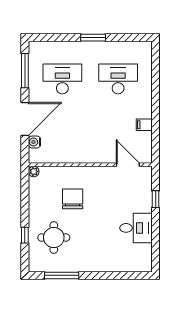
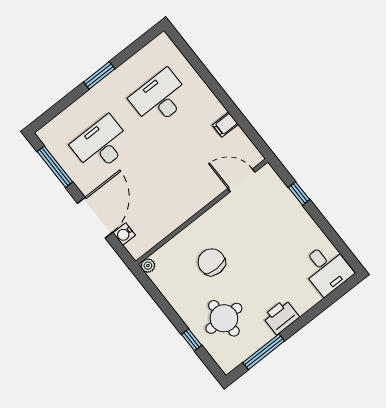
desk: (136, 228) -> (326, 269), moved, turned 90
printer: (88, 263) -> (281, 317), added

